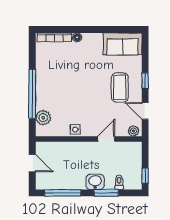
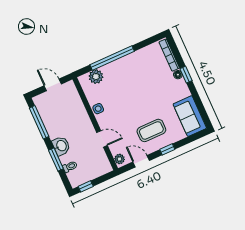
window: (81, 29) -> (186, 75), added
door: (145, 111) -> (141, 161), hinge flipped
door: (32, 163) -> (53, 85), swing flipped

